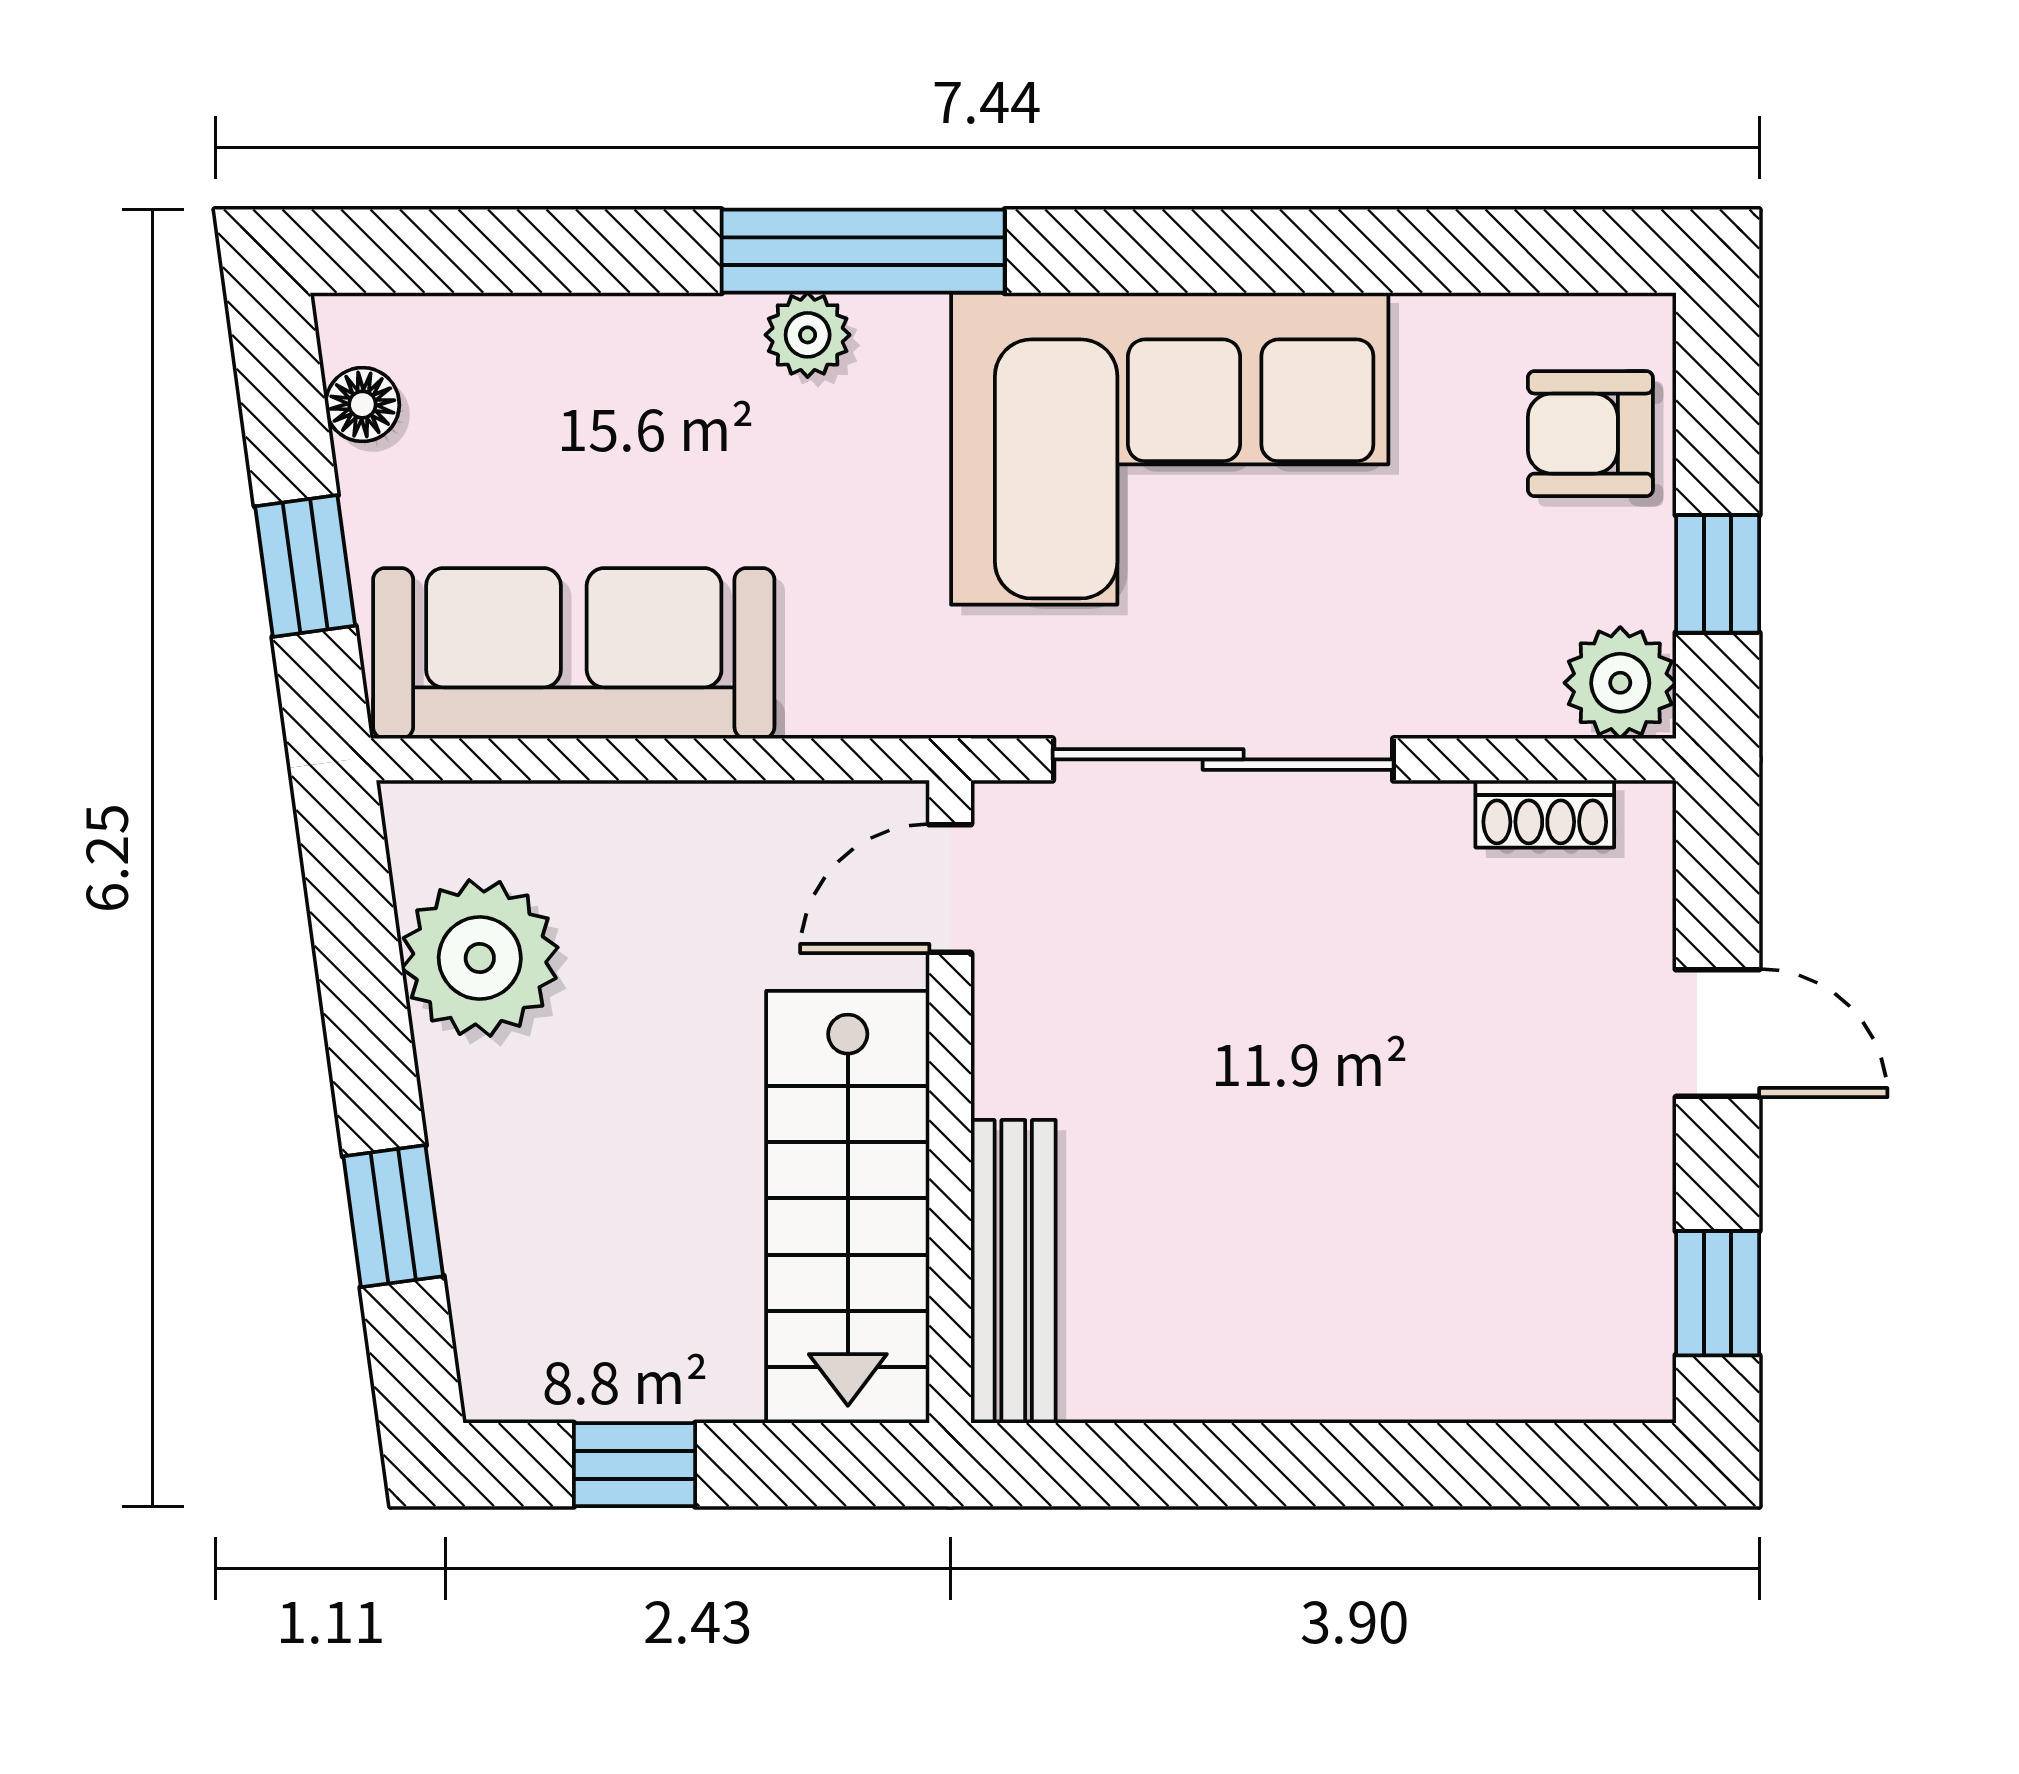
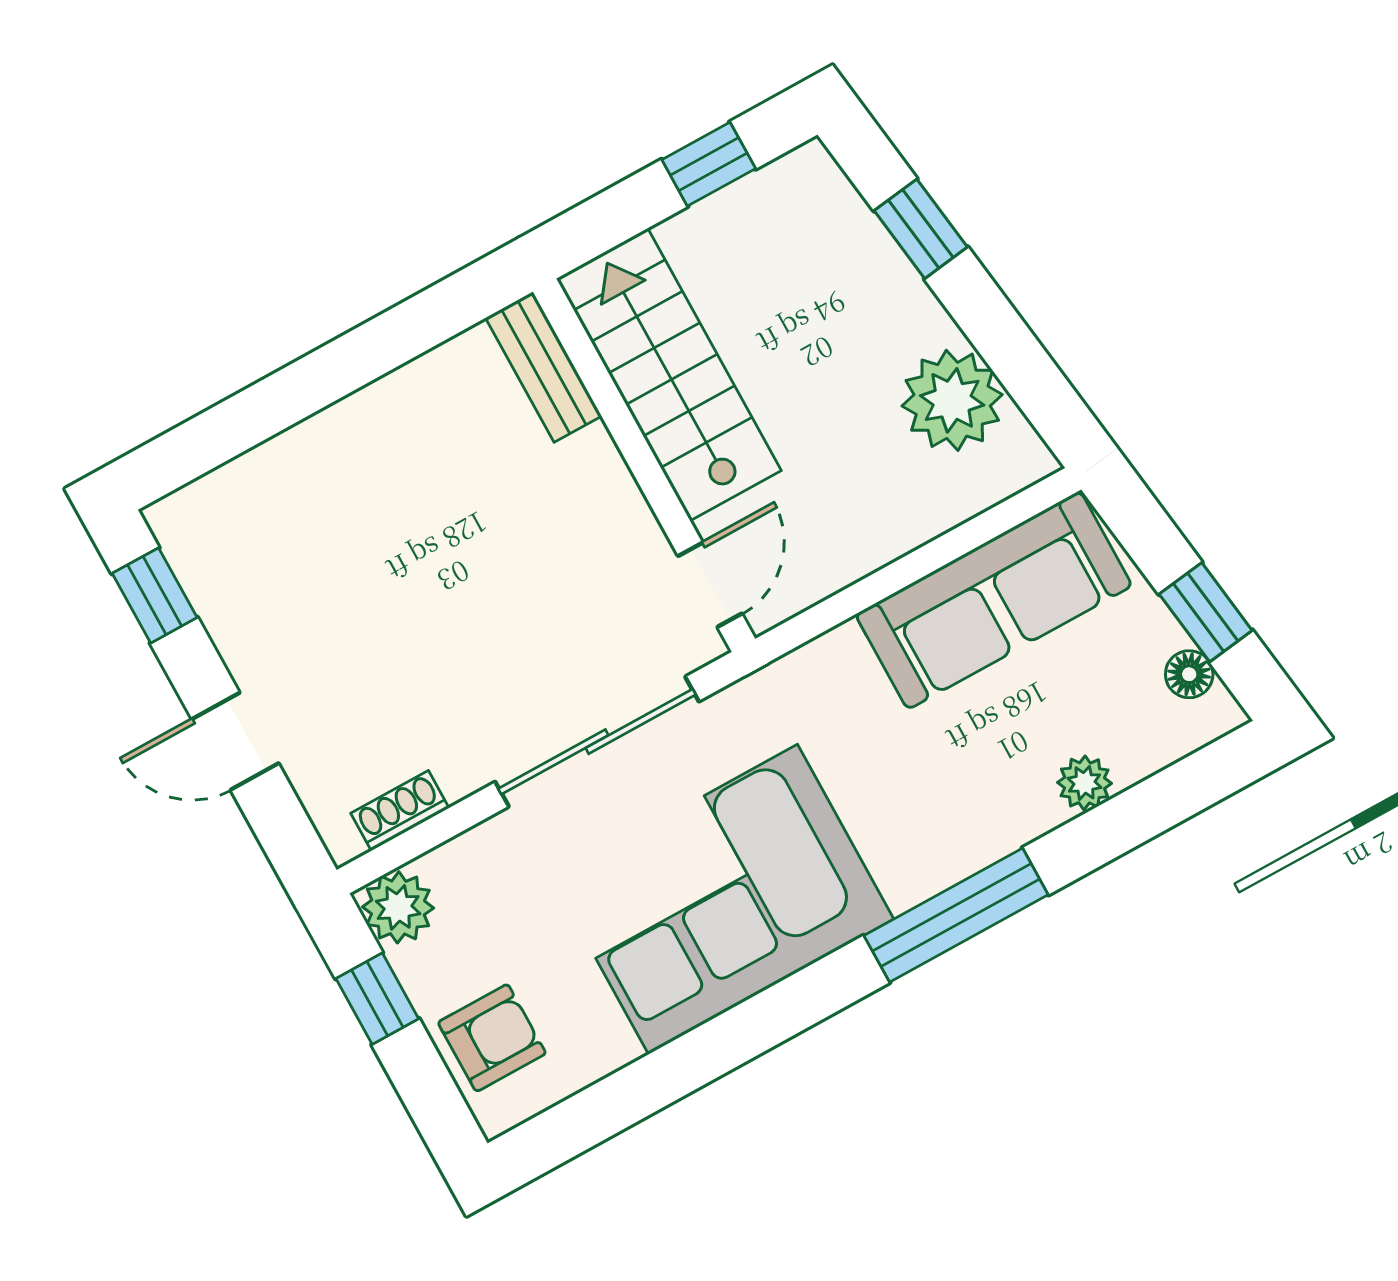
plant: (808, 335) -> (1085, 783), moved
window: (305, 566) -> (1206, 612), moved
bench: (1013, 1272) -> (544, 367), width x0.73

